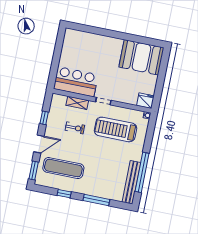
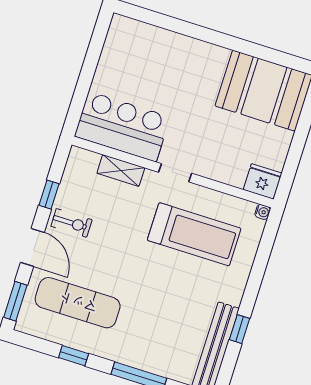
exercise bike: (75, 128) -> (71, 223), moved
treadmill: (116, 129) -> (194, 234), turned 180
door: (39, 144) -> (32, 247), hinge flipped
window: (142, 172) -> (239, 329), width x0.32

